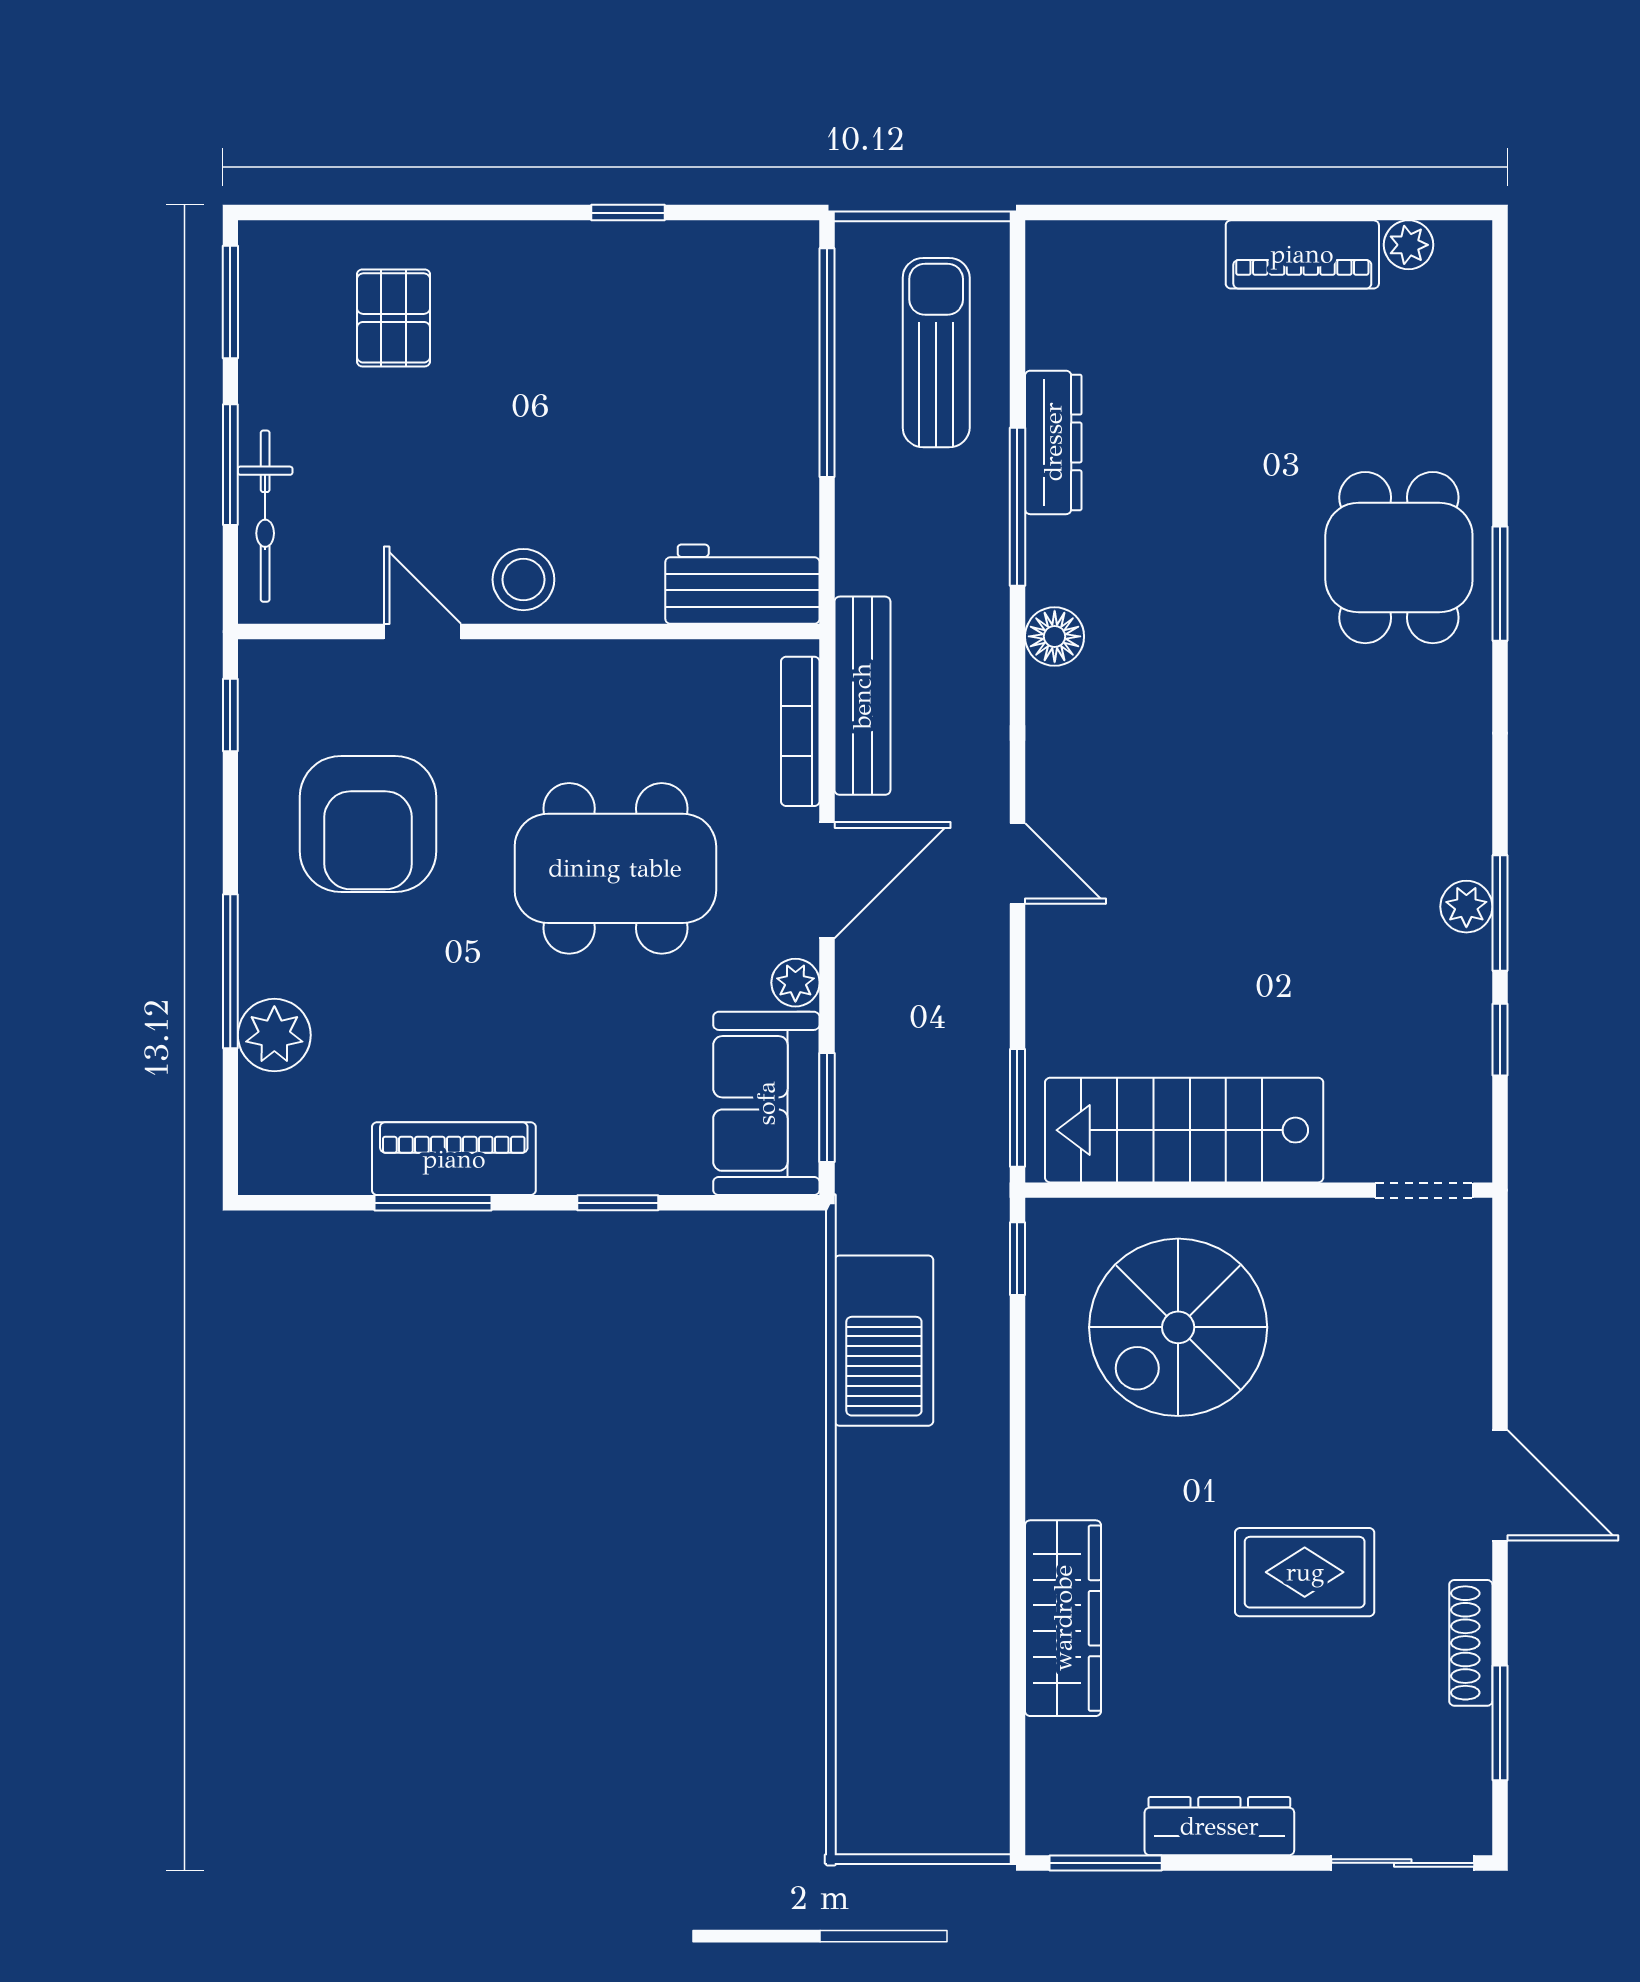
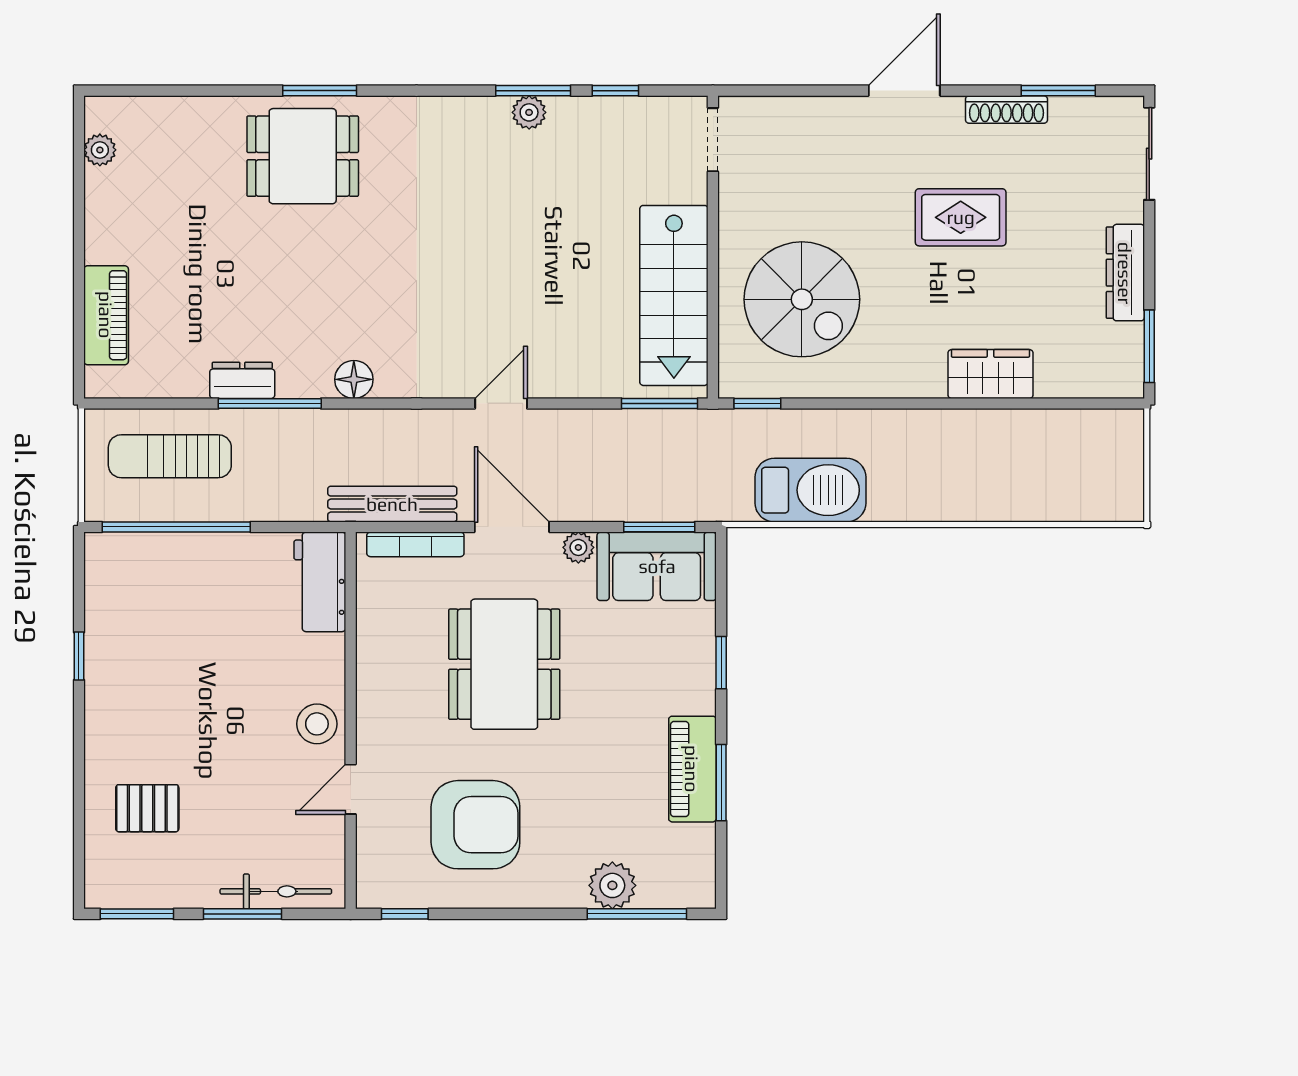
piano: (1302, 254) -> (106, 315), moved
dresser: (1053, 442) -> (242, 380), width x0.70
window: (230, 971) -> (637, 914), moved
rug: (1305, 1572) -> (961, 217), turned 90
wardrobe: (1063, 1618) -> (990, 374), width x0.67

